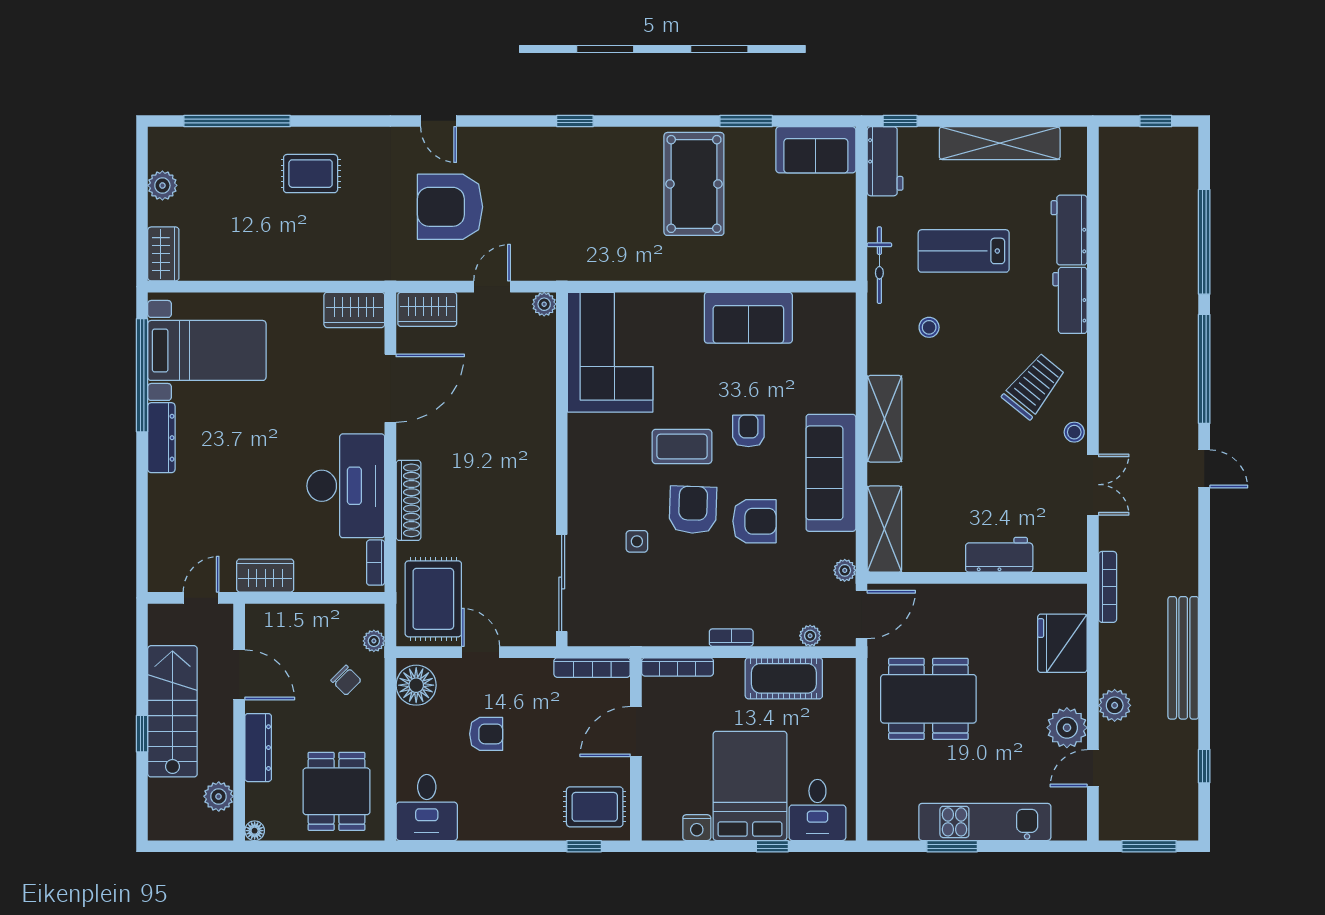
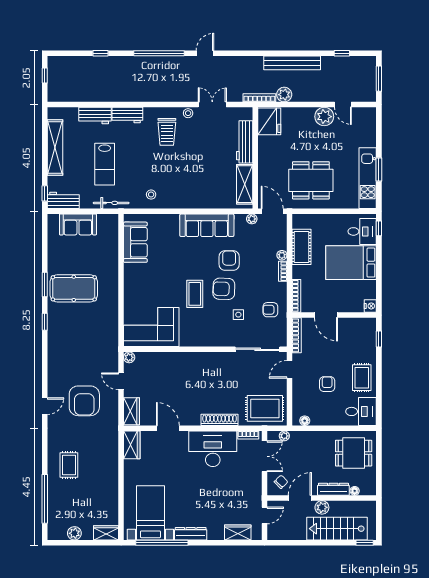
window: (575, 121) -> (45, 322), moved
window: (746, 121) -> (45, 285), moved
sofa: (816, 150) -> (78, 224), moved, turned 90
window: (1204, 242) -> (100, 53), width x0.32
sofa: (748, 318) -> (135, 242), moved
stool: (929, 327) -> (151, 195), moved
trolley: (1034, 386) -> (167, 132), turned -129
door: (390, 388) -> (168, 428), width x0.73
shelving: (885, 419) -> (182, 201), removed
armchair: (748, 431) -> (270, 310), moved
shelving: (884, 529) -> (245, 184), moved, turned 90
workbench: (999, 555) -> (245, 142), width x1.38
wardrobe: (265, 576) -> (238, 532), moved, turned 90
door: (201, 598) -> (264, 515), swing flipped
double door: (329, 598) -> (264, 456), added
plant: (810, 636) -> (282, 255), moved
fridge: (1062, 643) -> (269, 121), moved, turned -90
door: (481, 652) -> (289, 369), moved
chair: (346, 680) -> (281, 482), moved
floor lamp: (416, 685) -> (305, 421), width x0.53, depth x0.53
dining table: (928, 699) -> (311, 180), turned 90
plant: (1115, 705) -> (284, 95), moved
stairs: (172, 711) -> (337, 529), moved
window: (142, 734) -> (365, 543), moved
plant: (219, 796) -> (322, 507), moved
rug: (595, 807) -> (362, 378), moved
kitchen unit: (985, 822) -> (368, 178), moved
nightstand: (697, 828) -> (370, 306), moved
floor lamp: (255, 831) -> (355, 491), moved
window: (772, 846) -> (379, 228), moved

